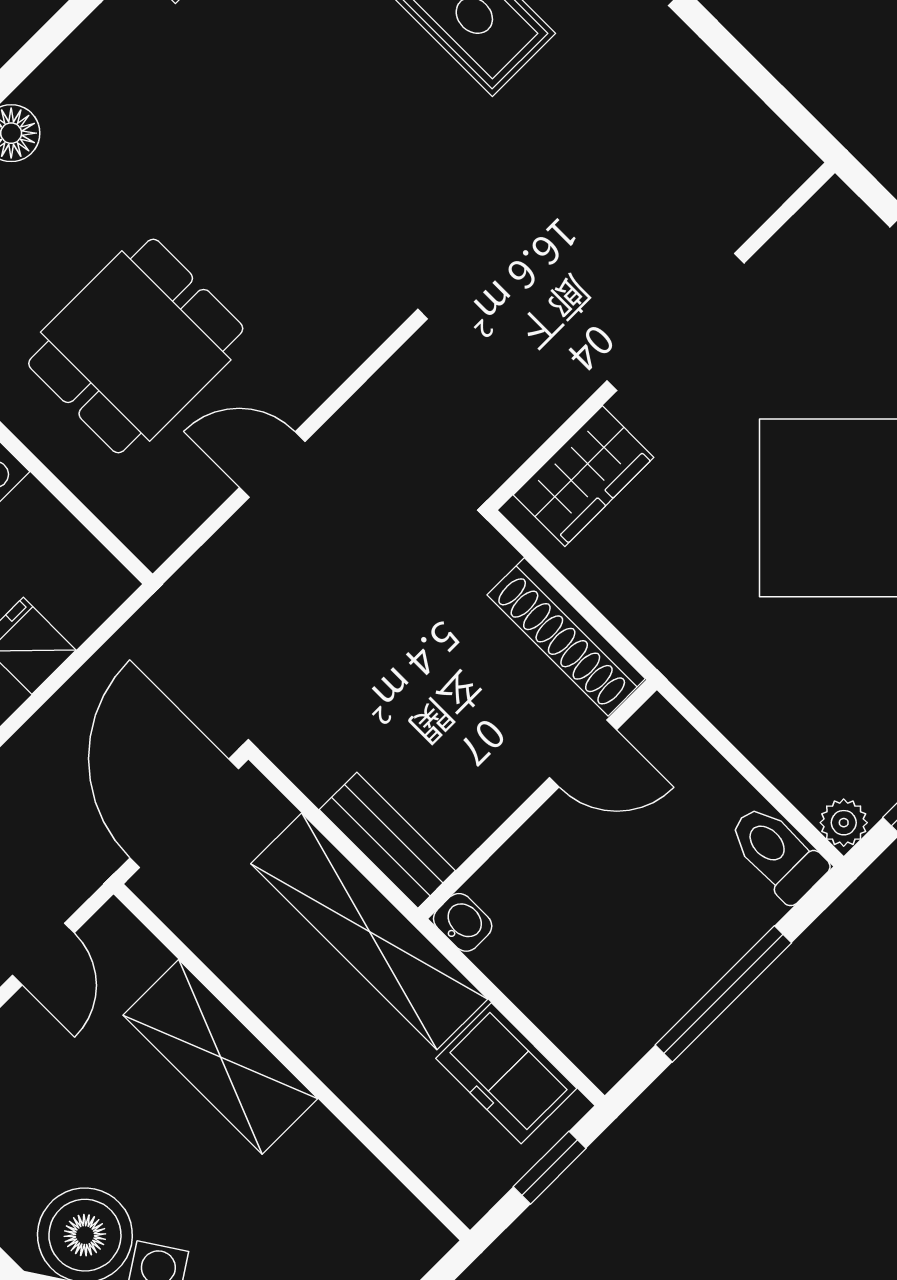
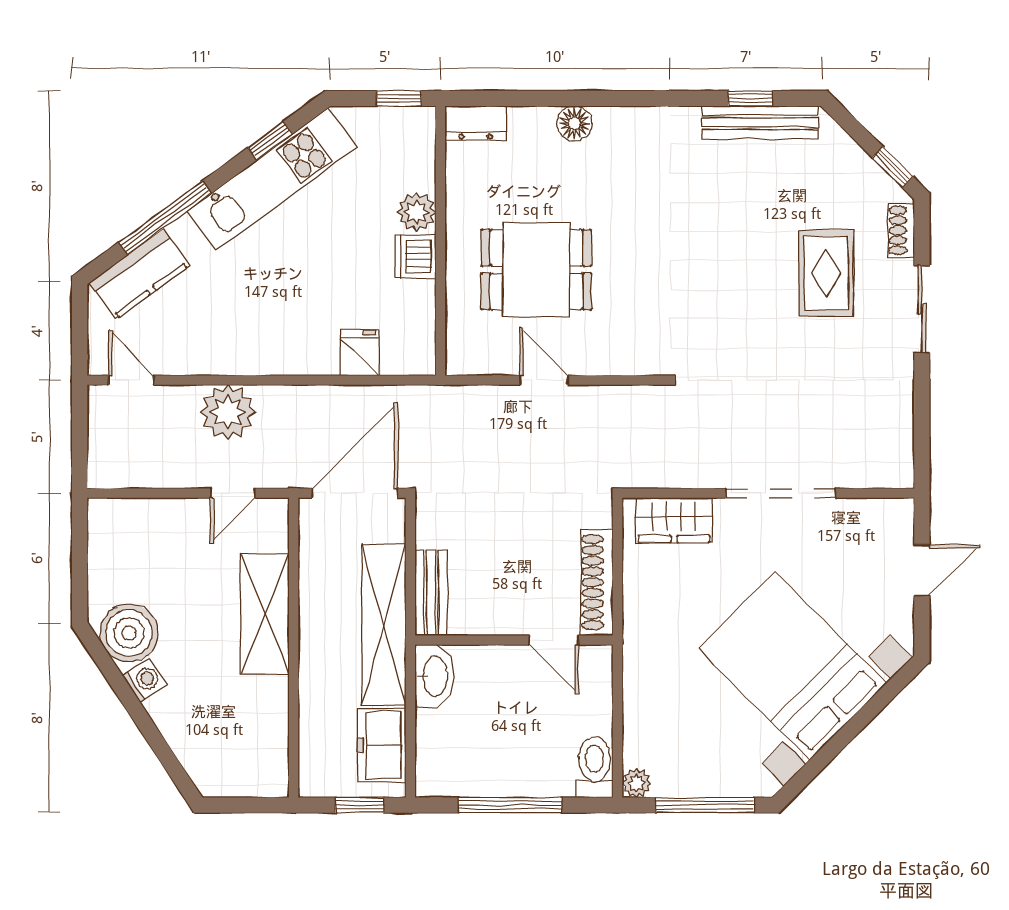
washbasin: (463, 922) -> (434, 676), width x1.91, depth x1.45

